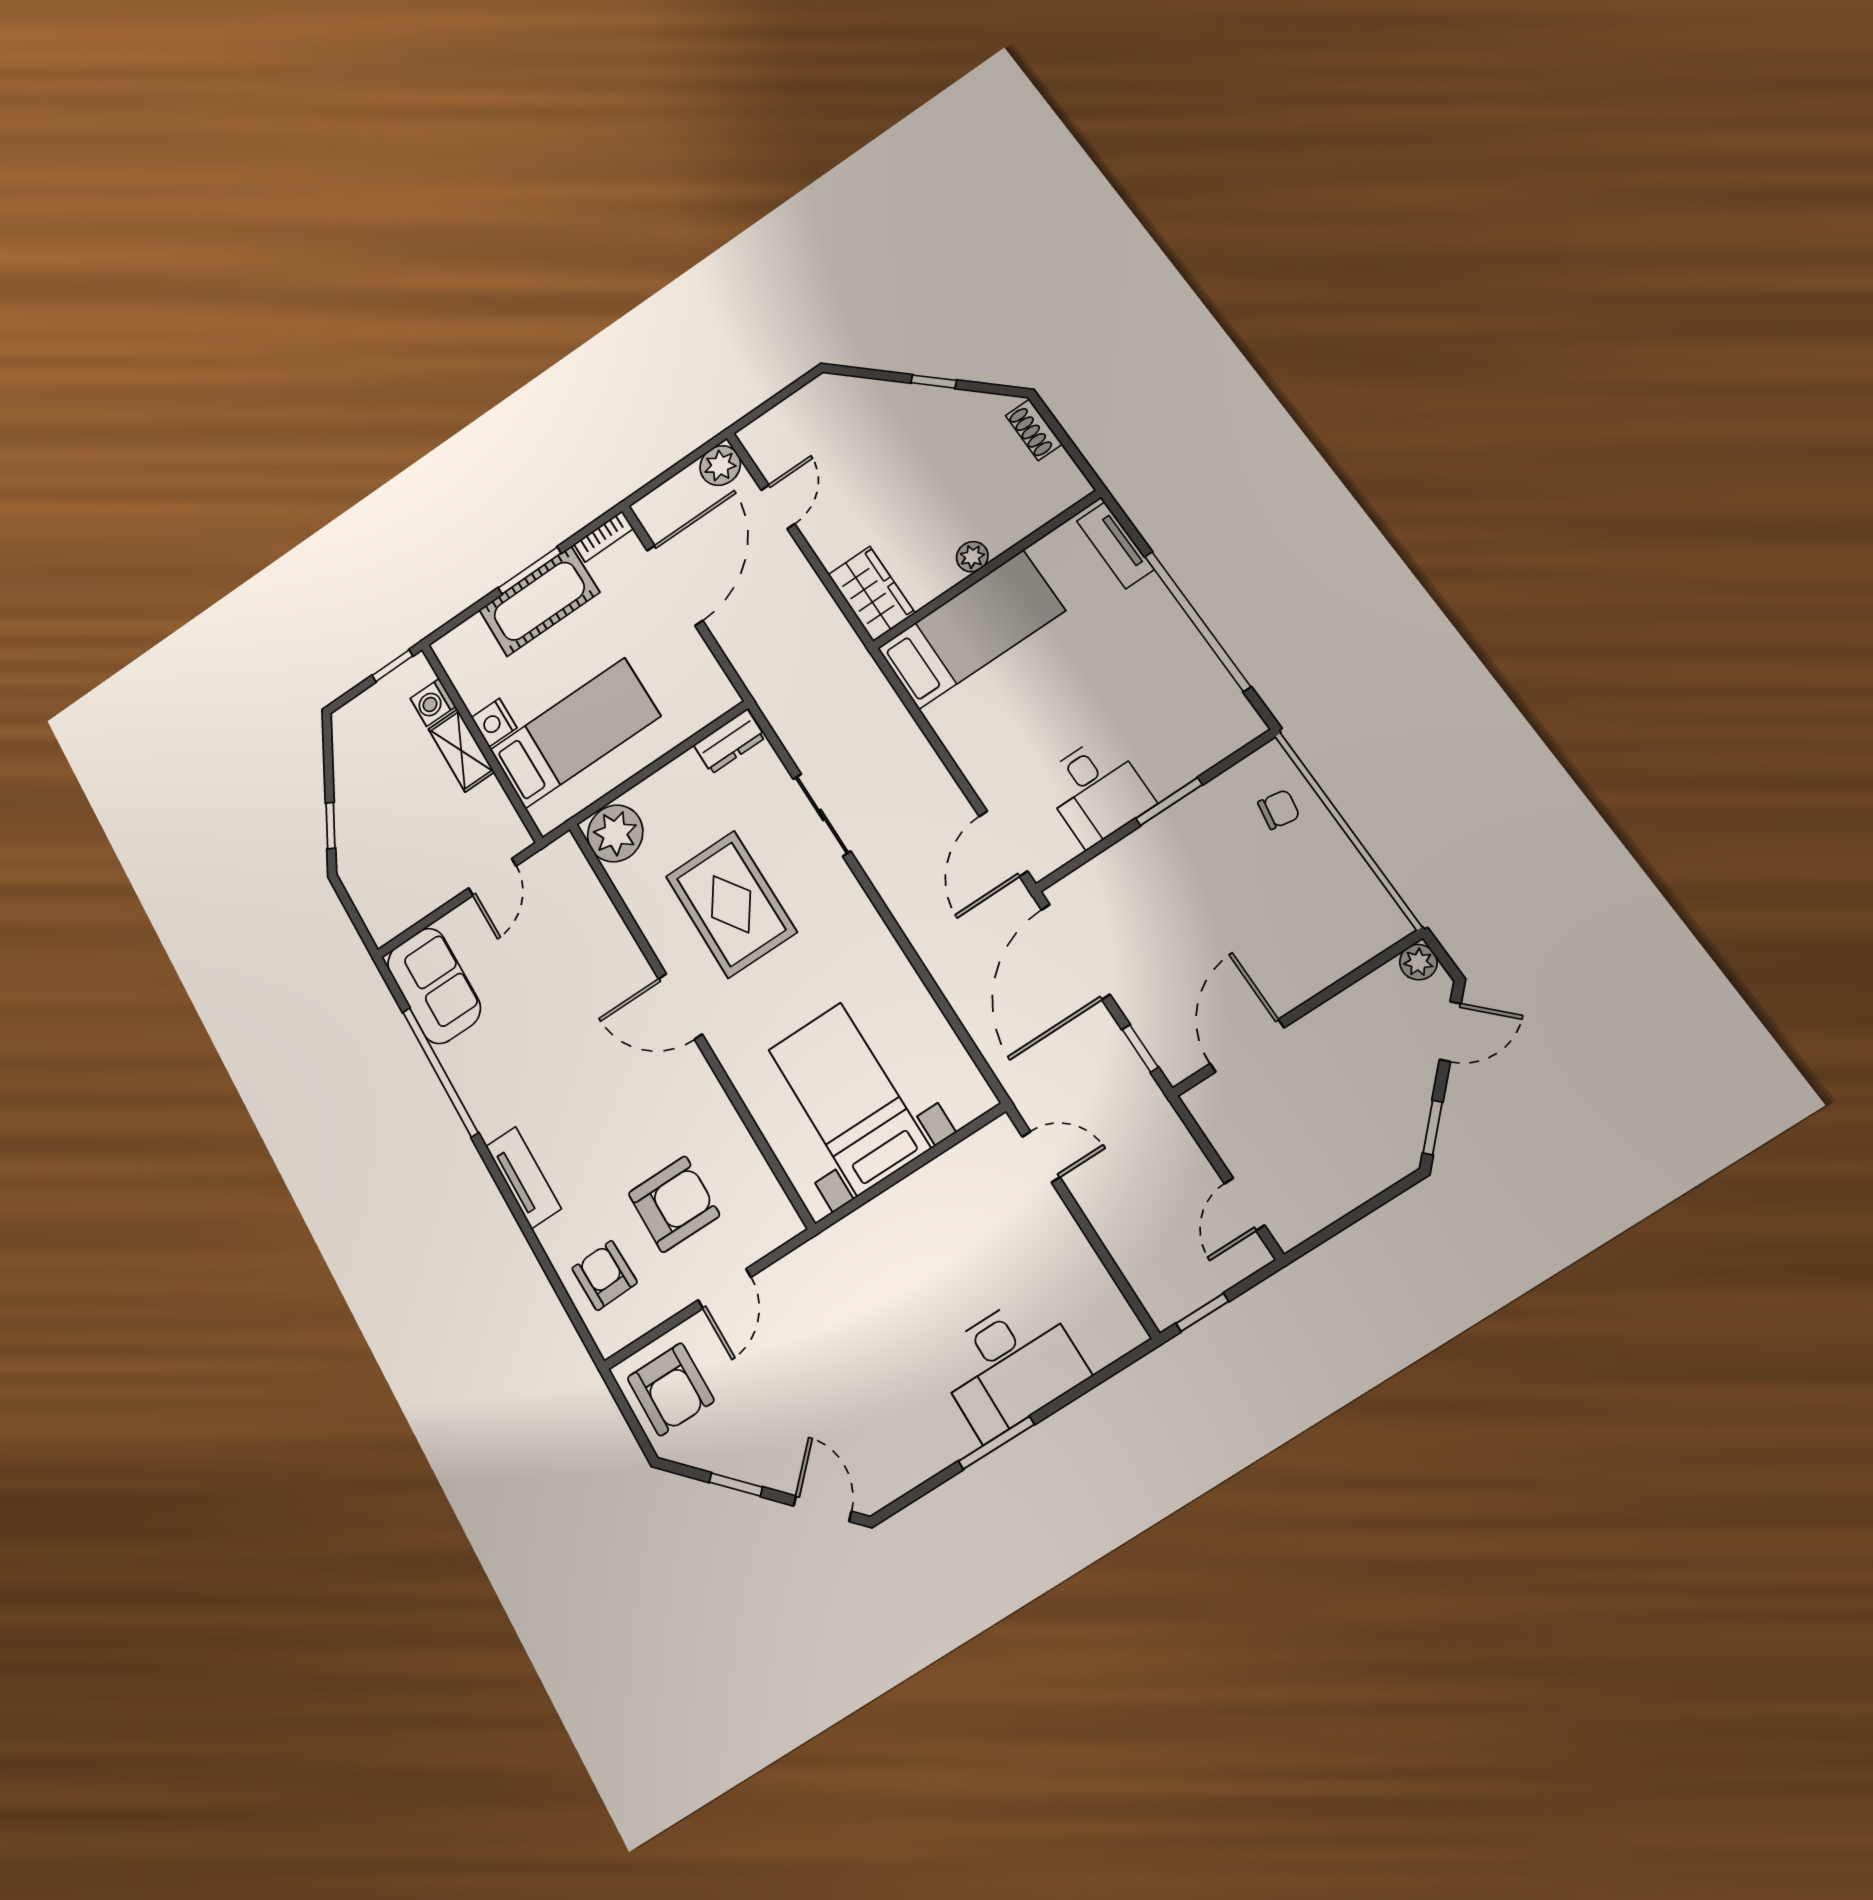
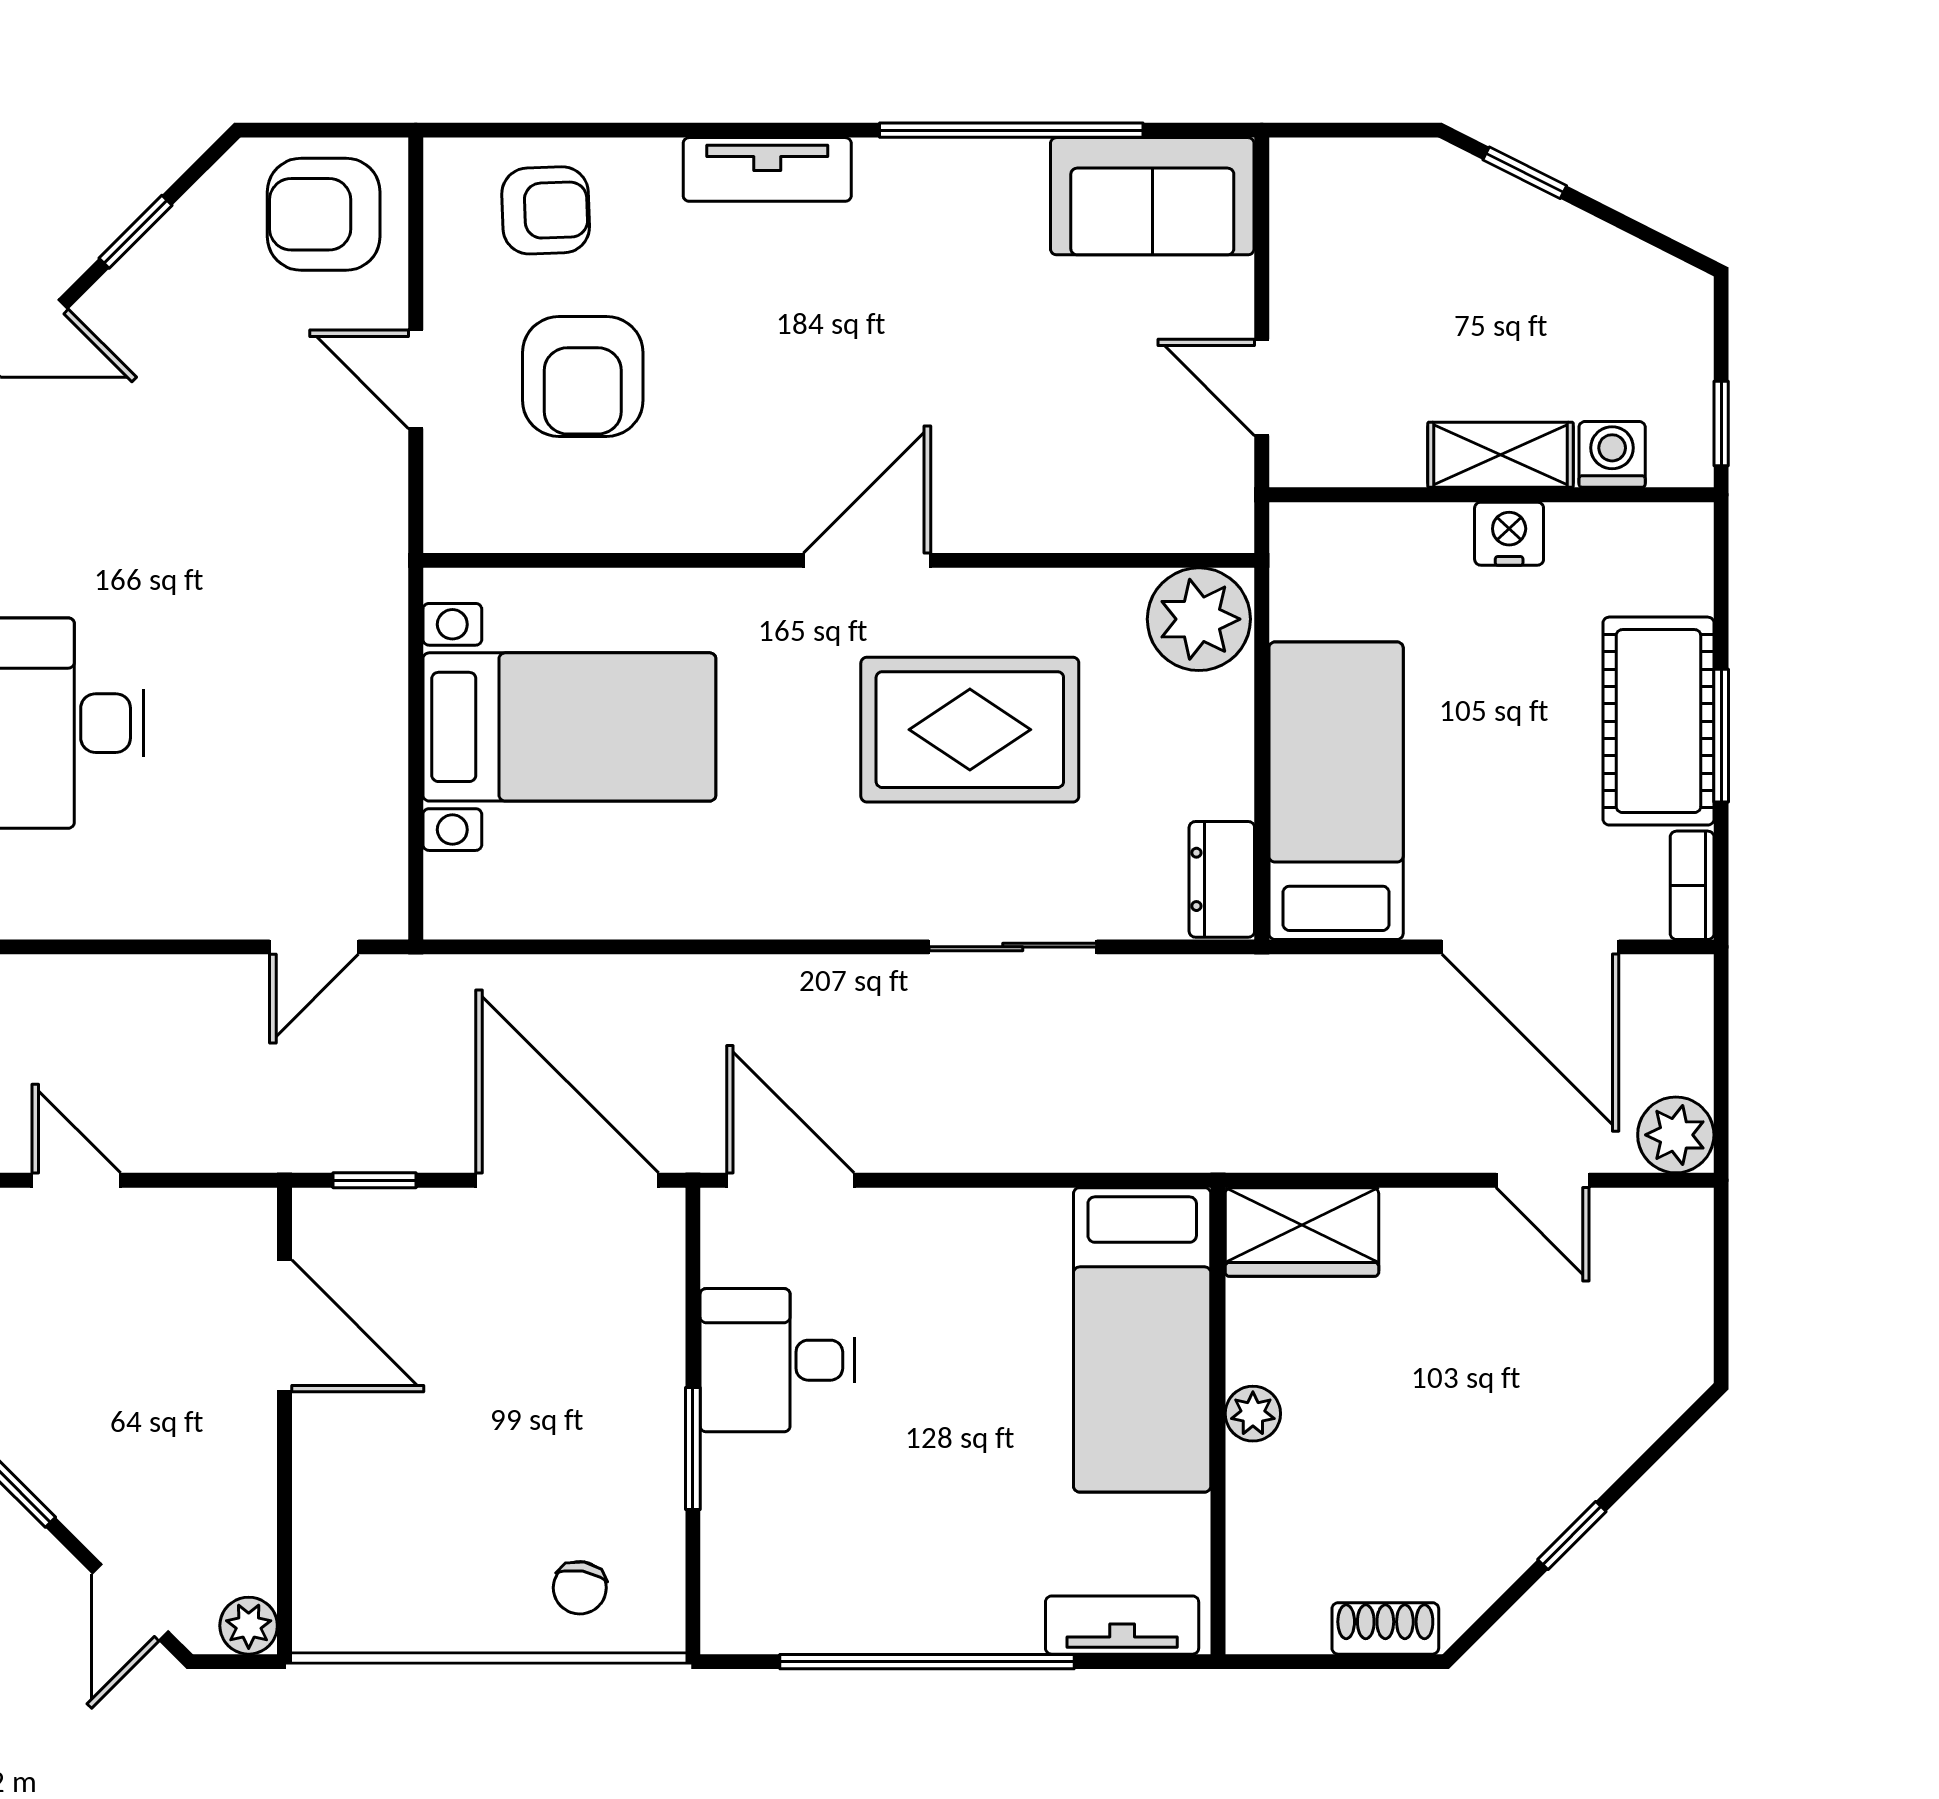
bed: (575, 733) -> (1336, 791), moved, turned 180

